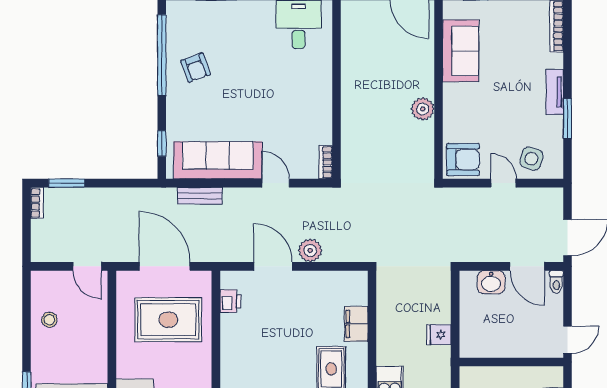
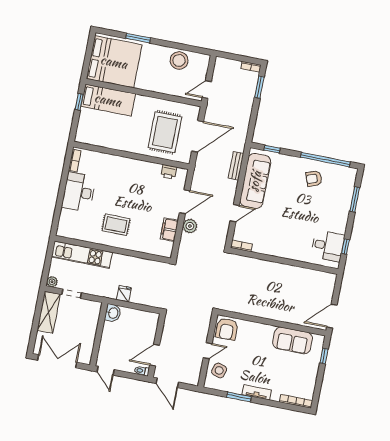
plant: (423, 109) -> (262, 311), removed
washbasin: (491, 282) -> (113, 313), moved, turned 180
stool: (49, 320) -> (179, 60), width x1.89, depth x1.89
filing cabinet: (356, 324) -> (169, 230), moved, turned -90

